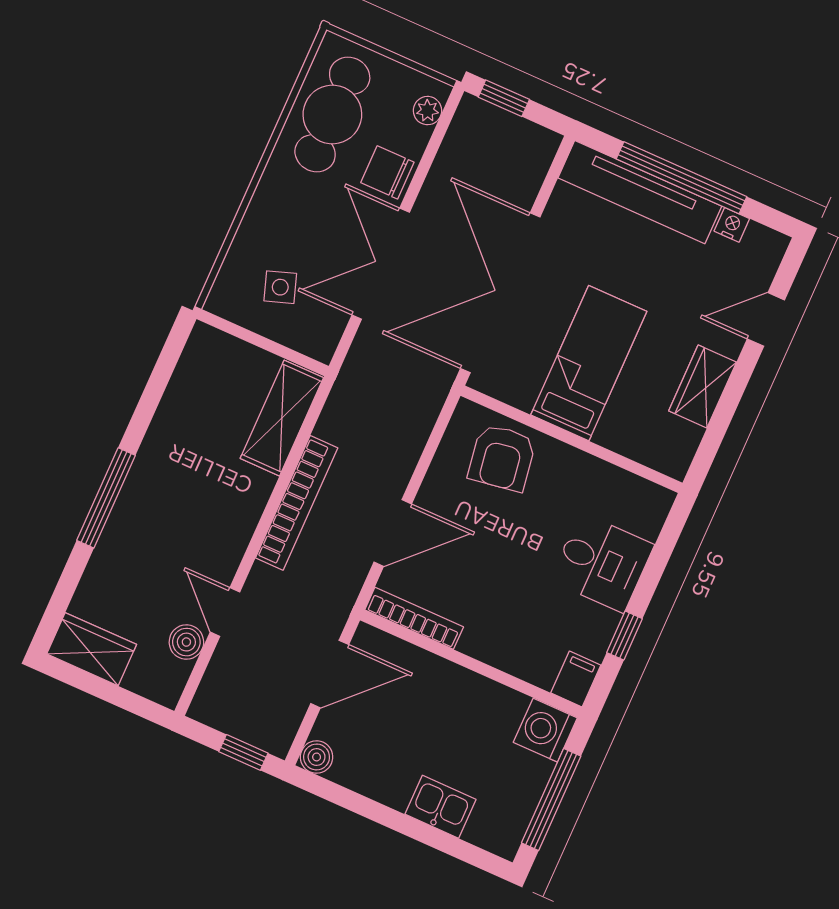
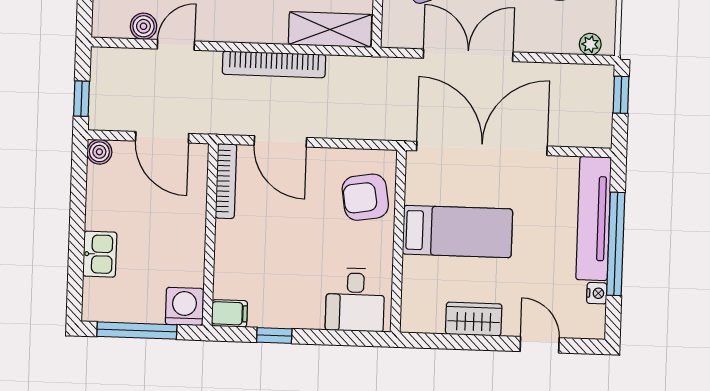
chair: (387, 172) -> (535, 34), removed
desk: (602, 563) -> (355, 300), moved

